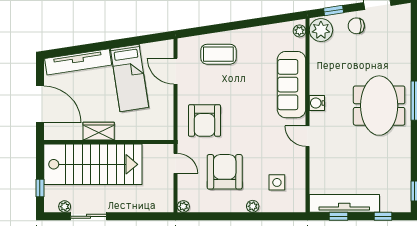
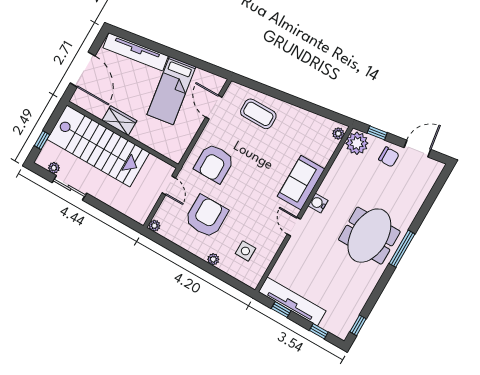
chair: (356, 26) -> (389, 157), turned 180
sofa: (291, 85) -> (301, 183), width x0.73

